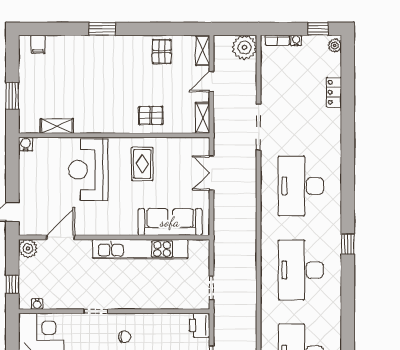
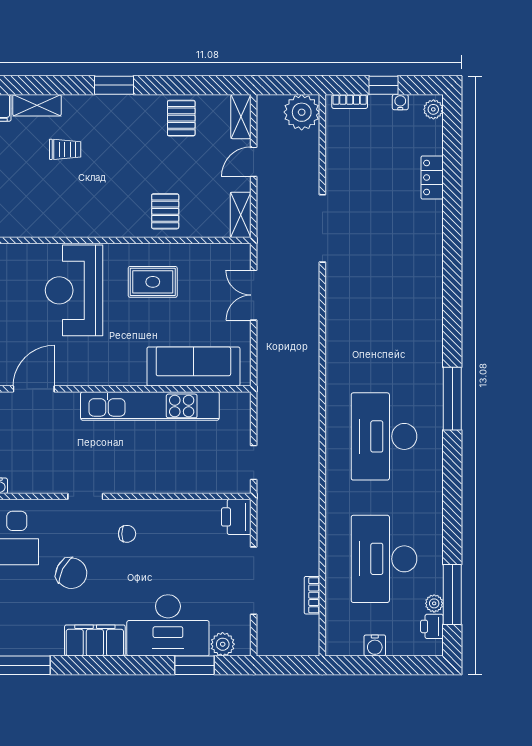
window: (102, 29) -> (114, 85), moved
window: (318, 29) -> (383, 85), moved
water cooler: (296, 41) -> (400, 102), moved
trolley: (82, 73) -> (65, 149), added
pallet: (151, 115) -> (165, 211), turned 90
shelving: (57, 126) -> (37, 105), moved
rug: (142, 164) -> (153, 282), turned 90
desk: (301, 186) -> (384, 314), removed
window: (348, 244) -> (452, 399), width x2.17

